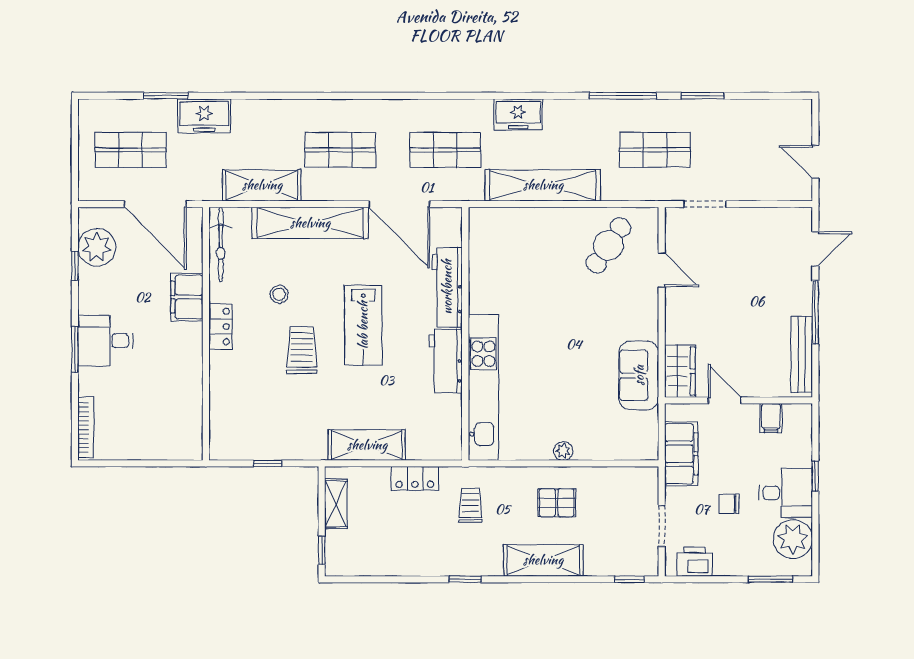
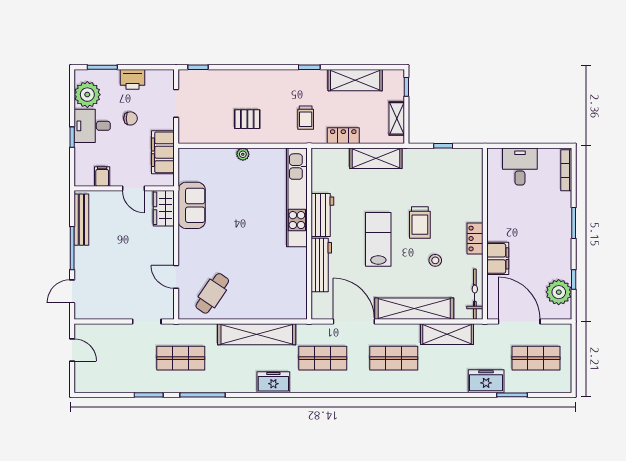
desk: (105, 341) -> (520, 166), moved, turned -90
shelving: (543, 560) -> (355, 80), moved
printer: (695, 562) -> (132, 79), moved

